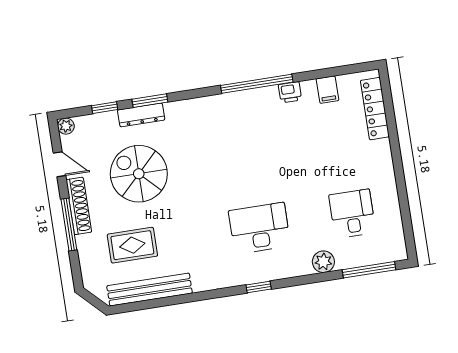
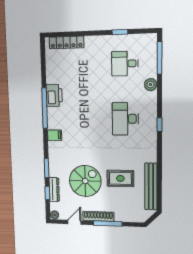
filing cabinet: (327, 90) -> (55, 135), moved
printer: (290, 92) -> (54, 95), width x1.87, depth x1.48
dresser: (141, 115) -> (54, 190), moved
spiral stairs: (139, 174) -> (85, 181), turned 180
window: (403, 198) -> (120, 32), added
rug: (132, 245) -> (120, 178), moved, turned 90

